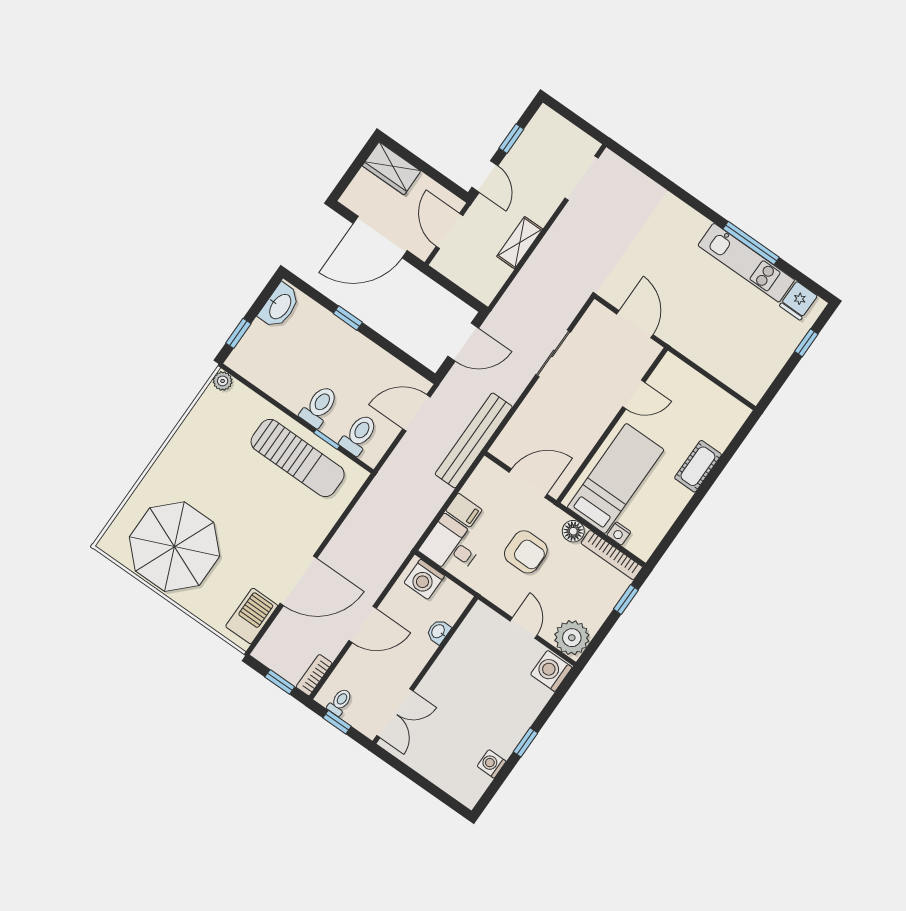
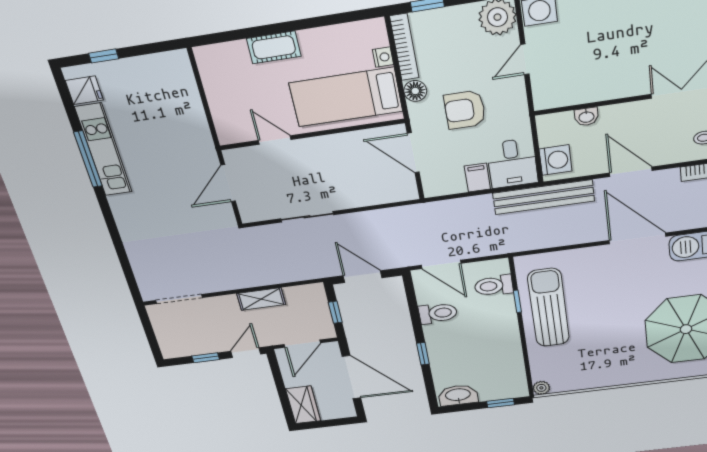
window: (453, 288) -> (335, 312), added
toilet: (319, 406) -> (438, 313), moved, turned 180
bench: (474, 440) -> (543, 197), moved
armchair: (526, 552) -> (465, 110), turned -90

